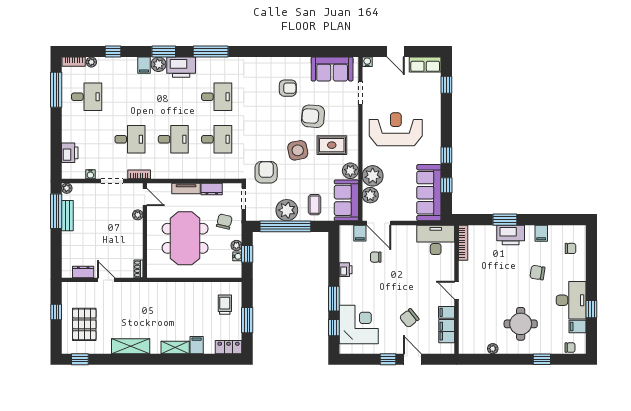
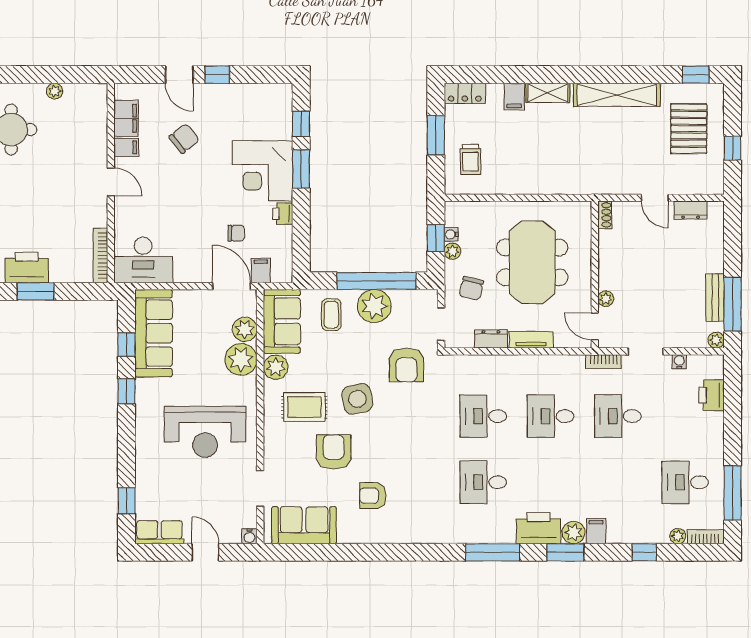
armchair: (313, 116) -> (334, 452), turned -94
corner desk: (359, 324) -> (263, 171), moved
shelving: (131, 346) -> (617, 95), width x1.47

